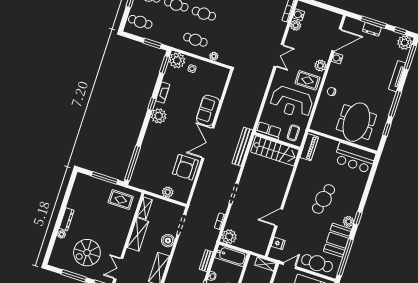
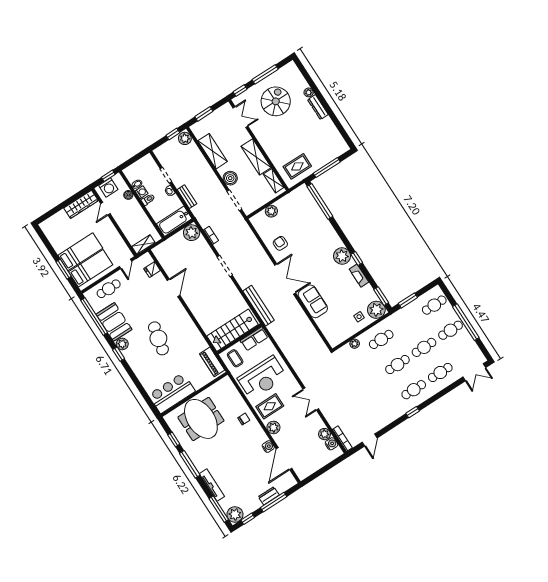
reception desk: (291, 102) -> (262, 378), turned 180
armchair: (185, 167) -> (280, 243), width x0.53, depth x0.53
cafe table: (317, 263) -> (109, 289), width x0.73, depth x0.74

